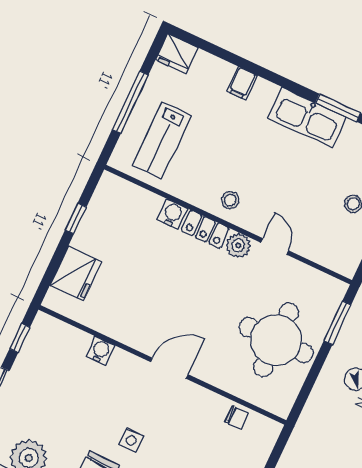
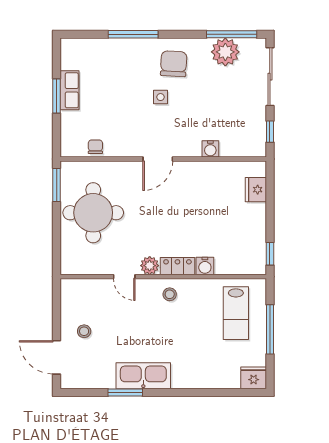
filing cabinet: (242, 83) -> (199, 378), removed
lab bench: (162, 141) -> (236, 313), turned 180
window: (76, 219) -> (270, 254), moved
fridge: (76, 273) -> (256, 190), width x0.73, depth x0.75
window: (337, 323) -> (57, 185), moved
chair: (237, 418) -> (95, 147), turned 90

